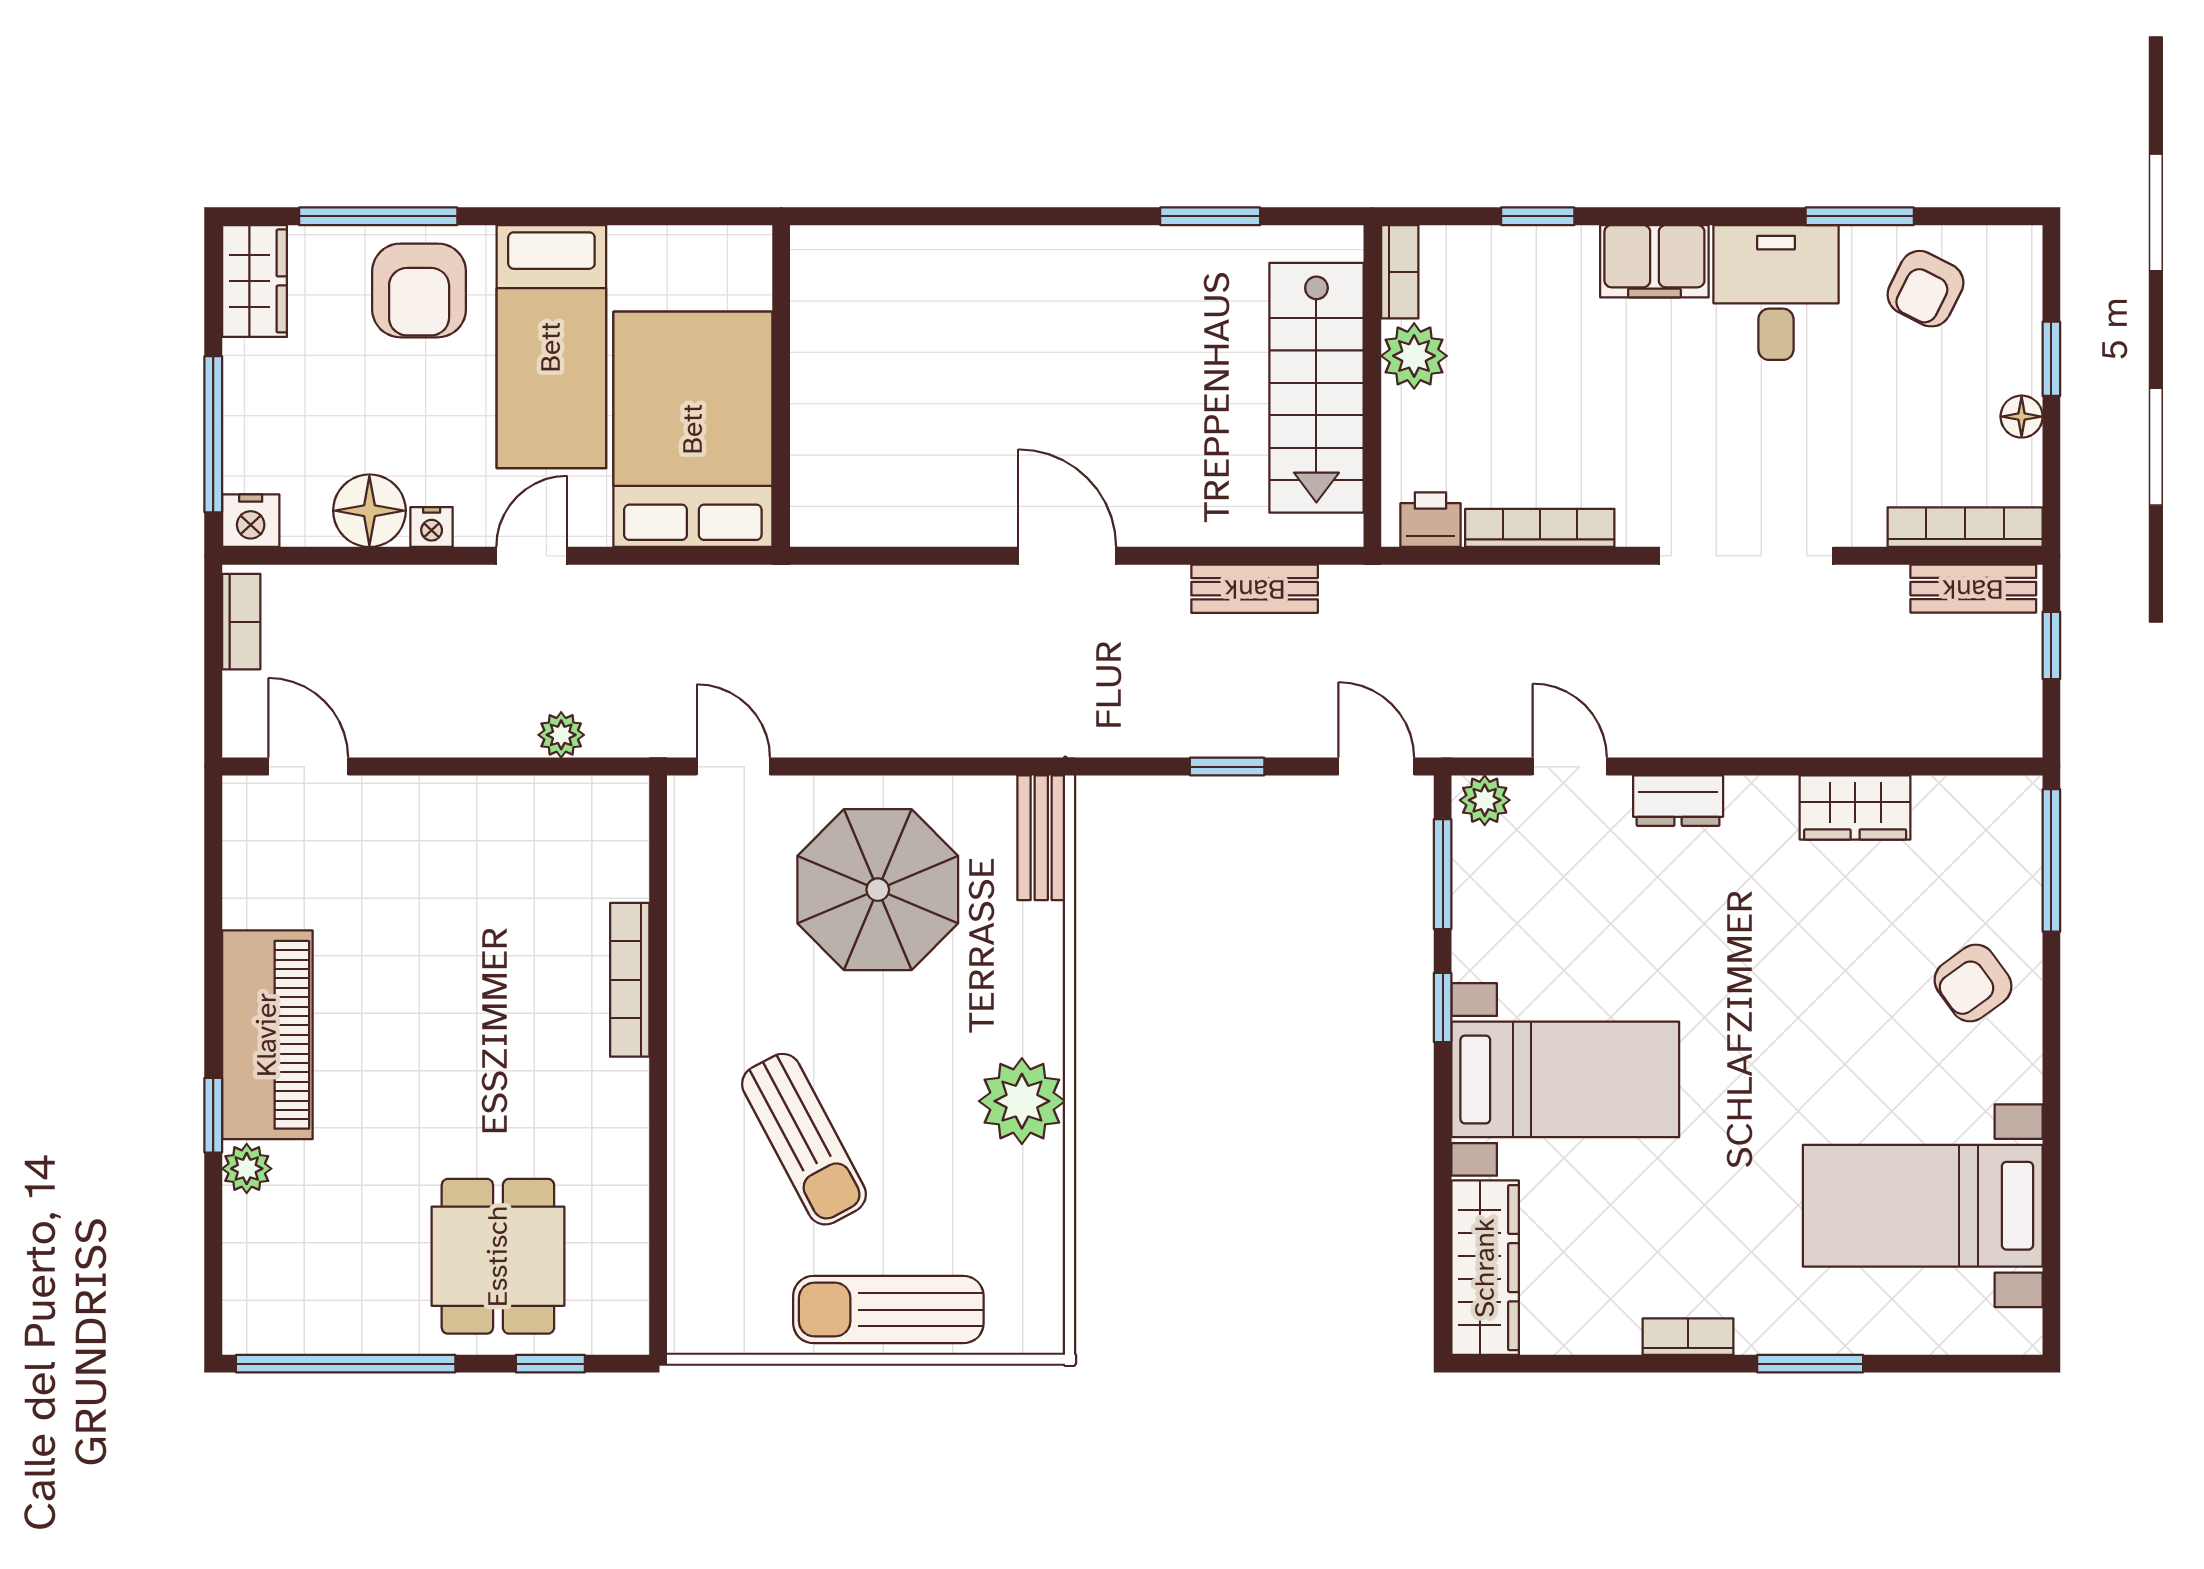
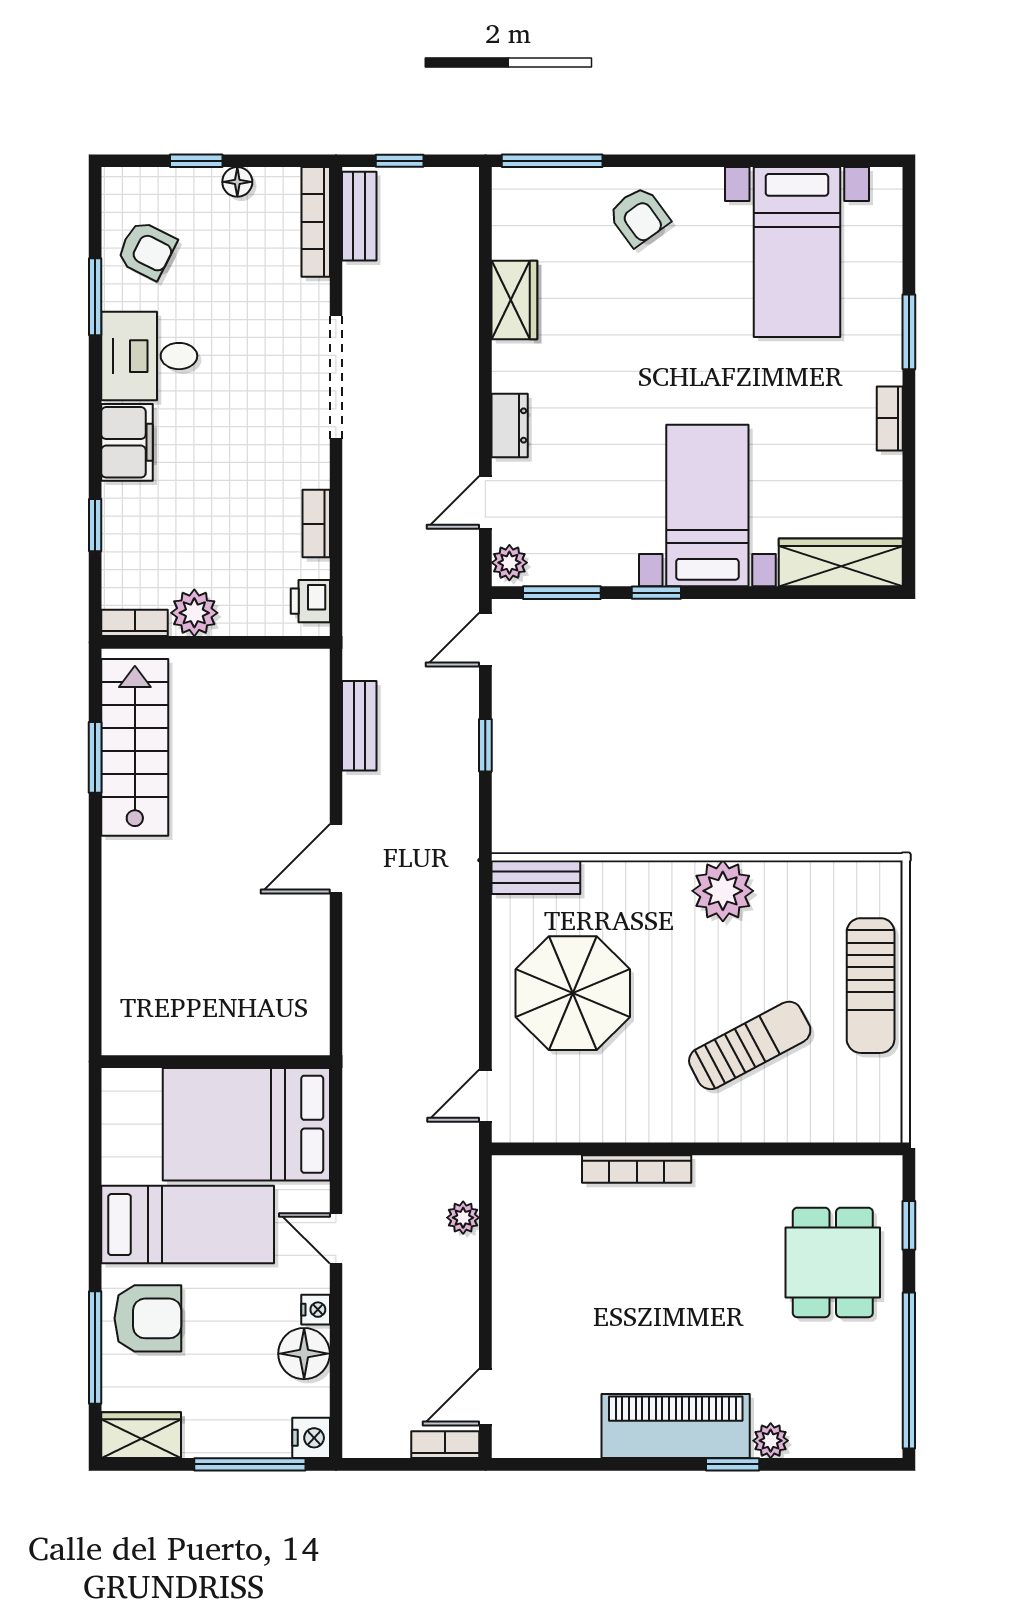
stairs: (1316, 388) -> (135, 747), moved, turned -90
bookcase: (1540, 528) -> (316, 524), width x0.64
bookcase: (241, 622) -> (445, 1445), moved
dining table: (498, 1256) -> (833, 1262), turned 90

